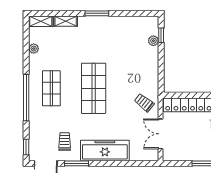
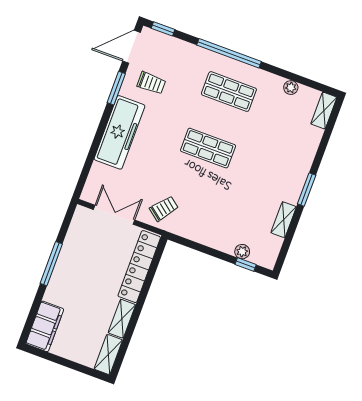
shelving: (66, 21) -> (284, 220), moved
shop shelf: (94, 88) -> (208, 148), width x0.70, depth x0.74

